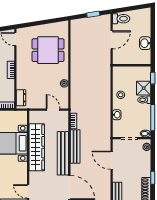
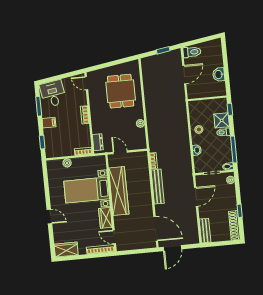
dining table: (48, 50) -> (121, 91), turned 90
door: (53, 110) -> (120, 152), moved
bench: (63, 153) -> (146, 195), removed
door: (112, 160) -> (196, 197), swing flipped
wardrobe: (21, 172) -> (105, 218), added

